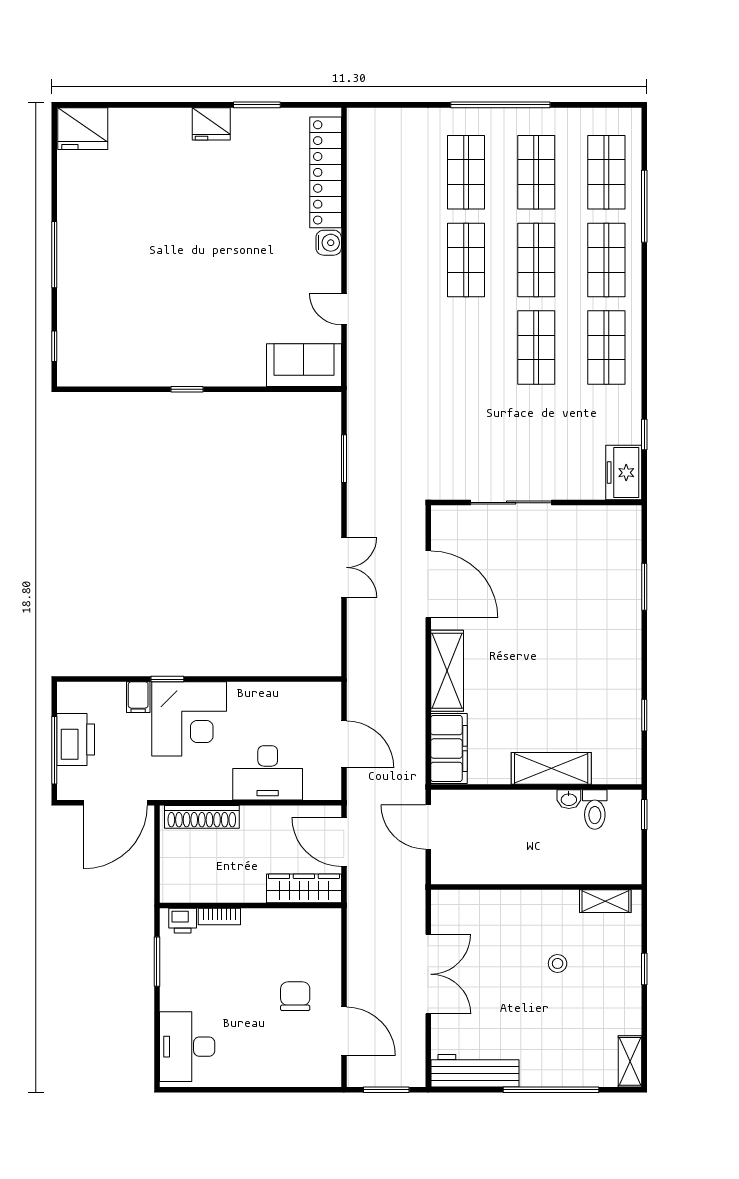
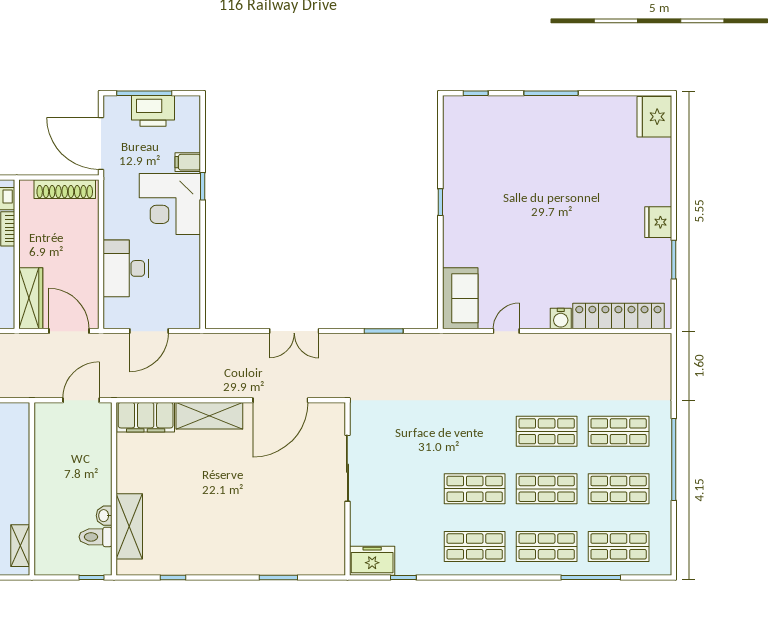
shelving: (551, 768) -> (129, 526), moved
shoe rack: (202, 817) -> (65, 189), moved, turned -90
door: (344, 842) -> (69, 331), hinge flipped

